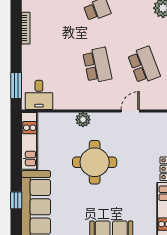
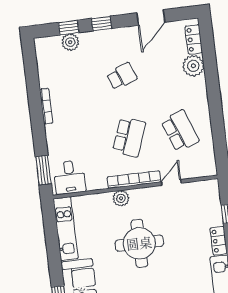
school desk: (97, 65) -> (129, 137), turned 33
bookcase: (97, 104) -> (134, 180), added

